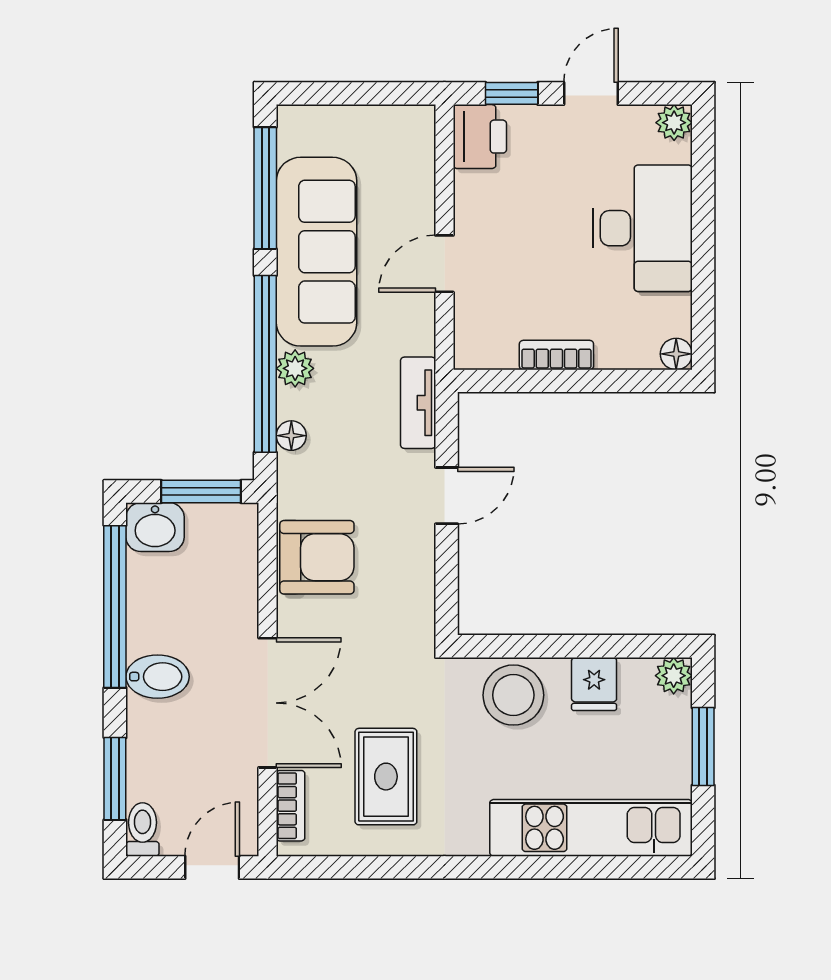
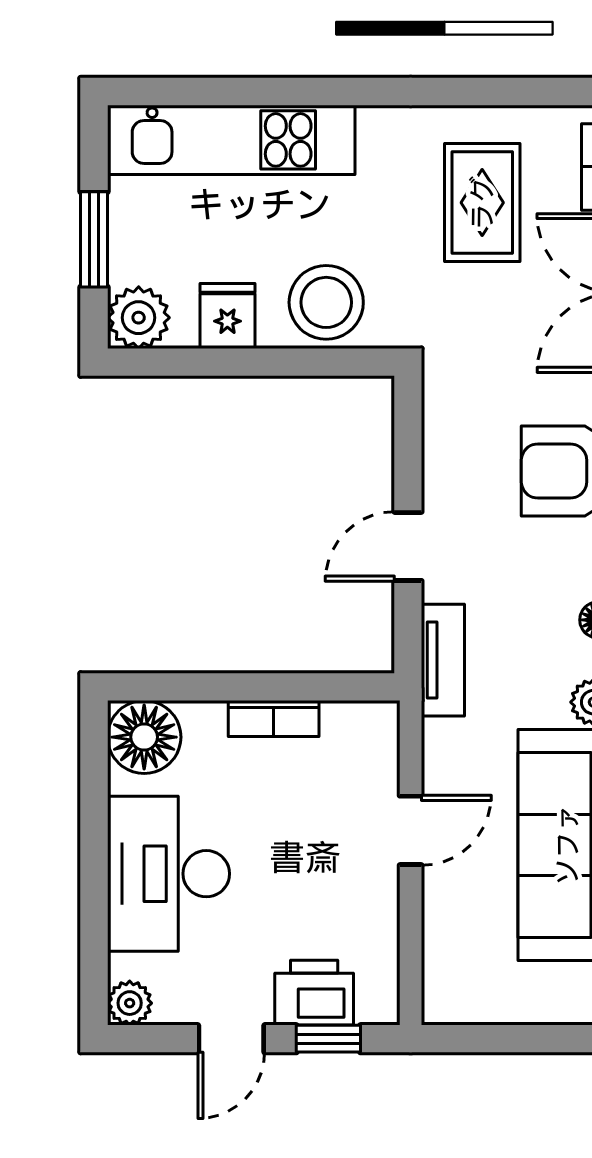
printer: (480, 137) -> (314, 993), moved, turned 90
floor lamp: (676, 354) -> (144, 737), width x1.89, depth x1.89
plant: (674, 676) -> (139, 318), width x1.38, depth x1.38

